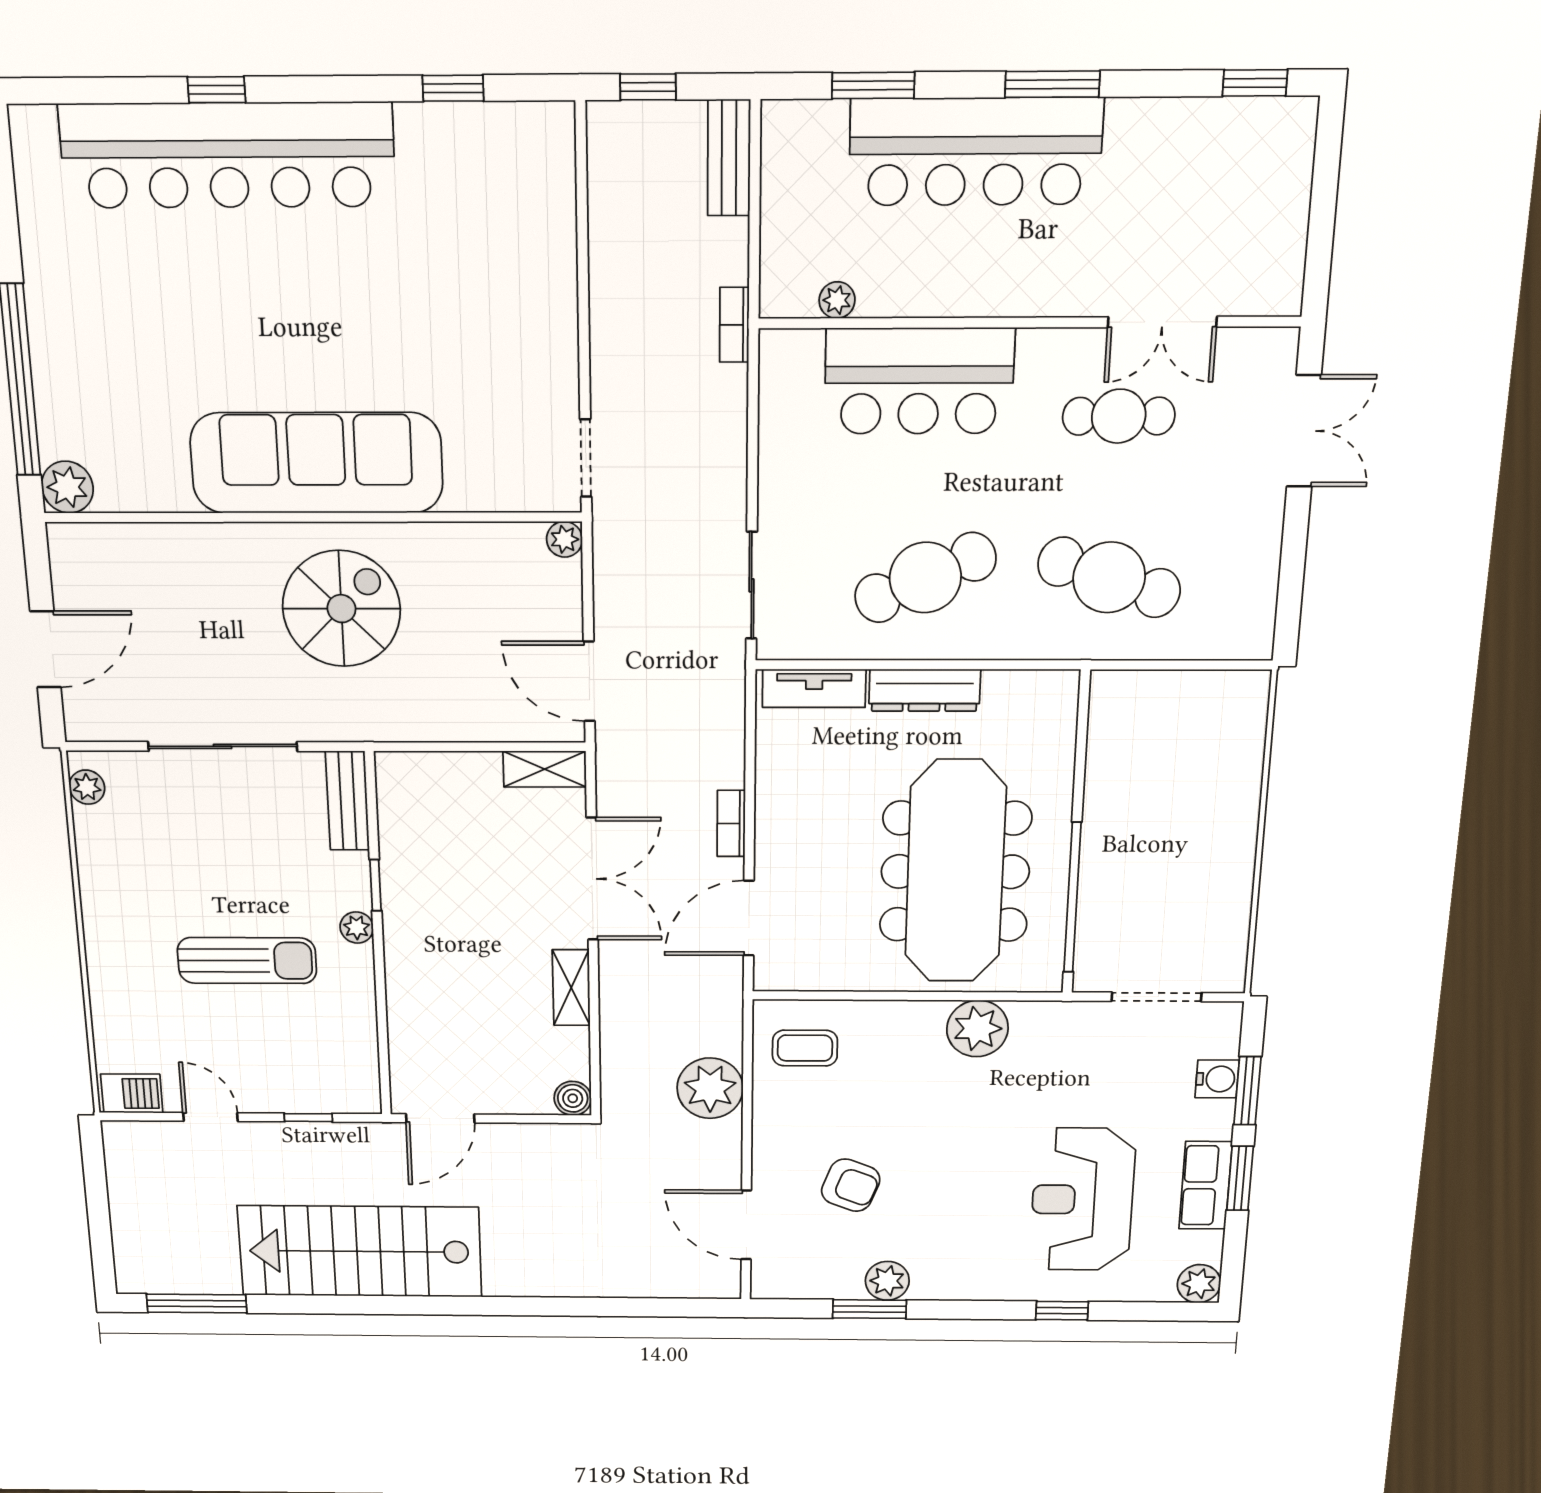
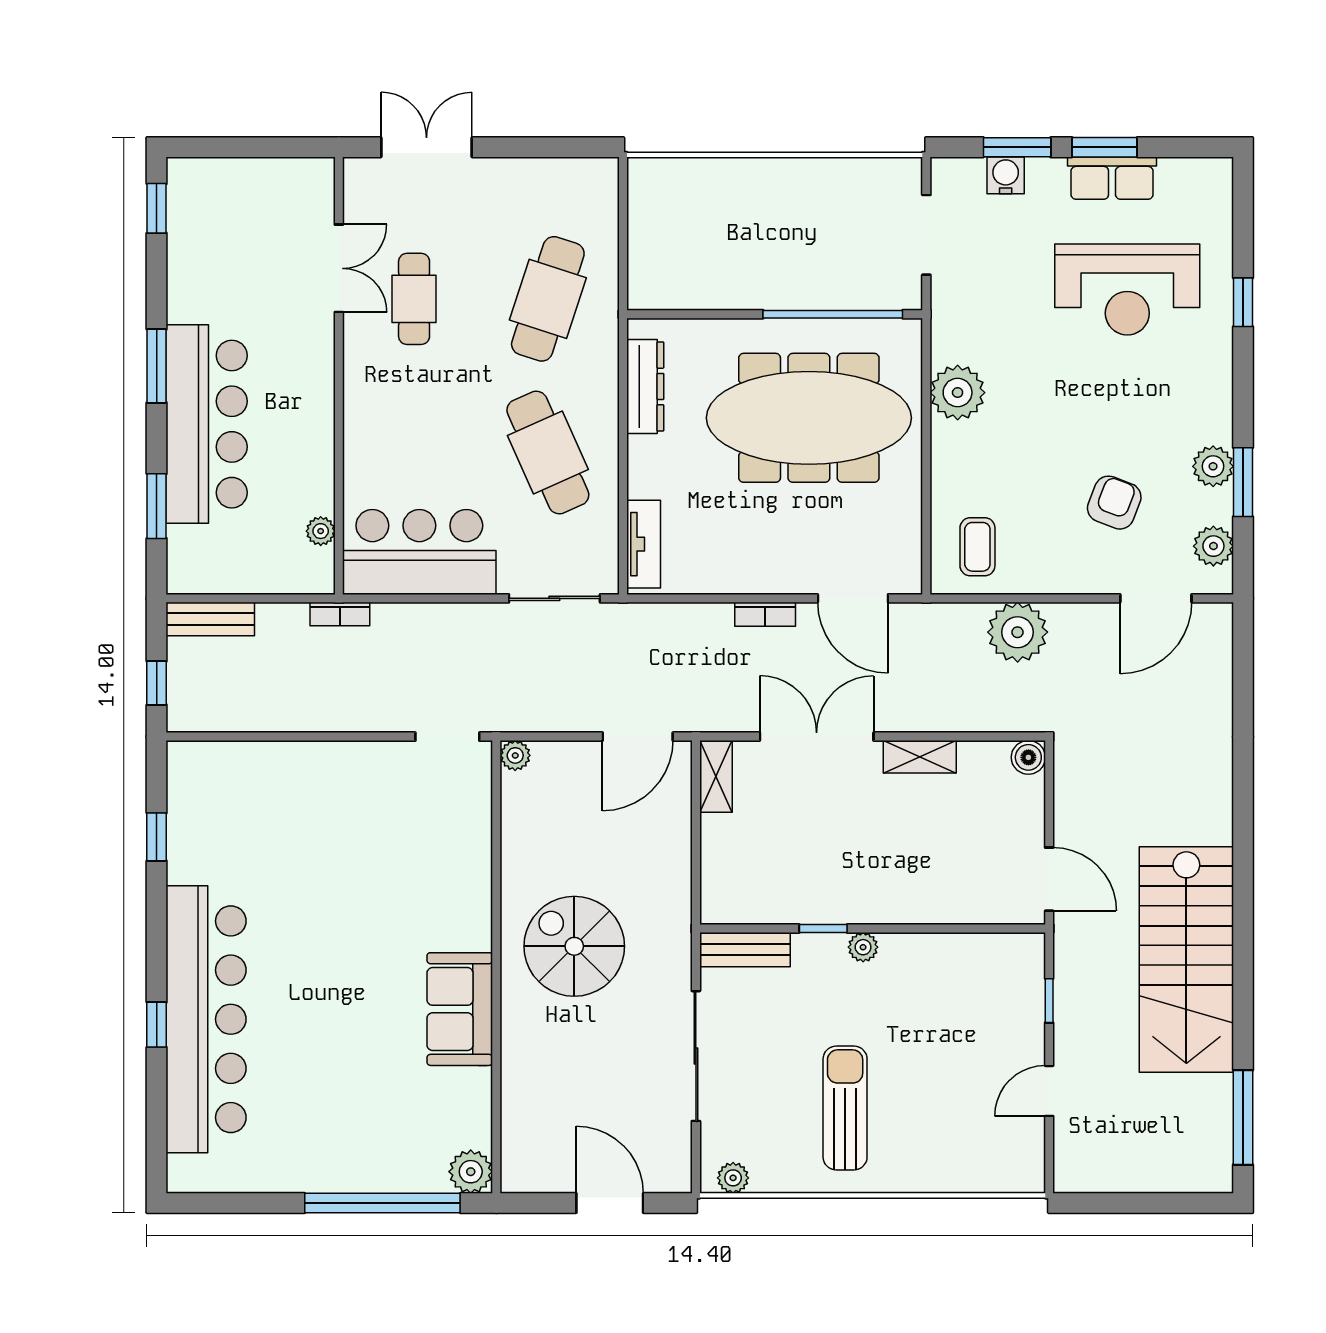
bar counter: (919, 381) -> (419, 552), moved, turned -90
sofa: (317, 463) -> (460, 1009), width x0.54, depth x0.79
dresser: (925, 690) -> (645, 386), moved
sun lounger: (247, 961) -> (845, 1108), moved
barbecue: (132, 1093) -> (1026, 1162), removed
plant: (1199, 1284) -> (1213, 546), moved

